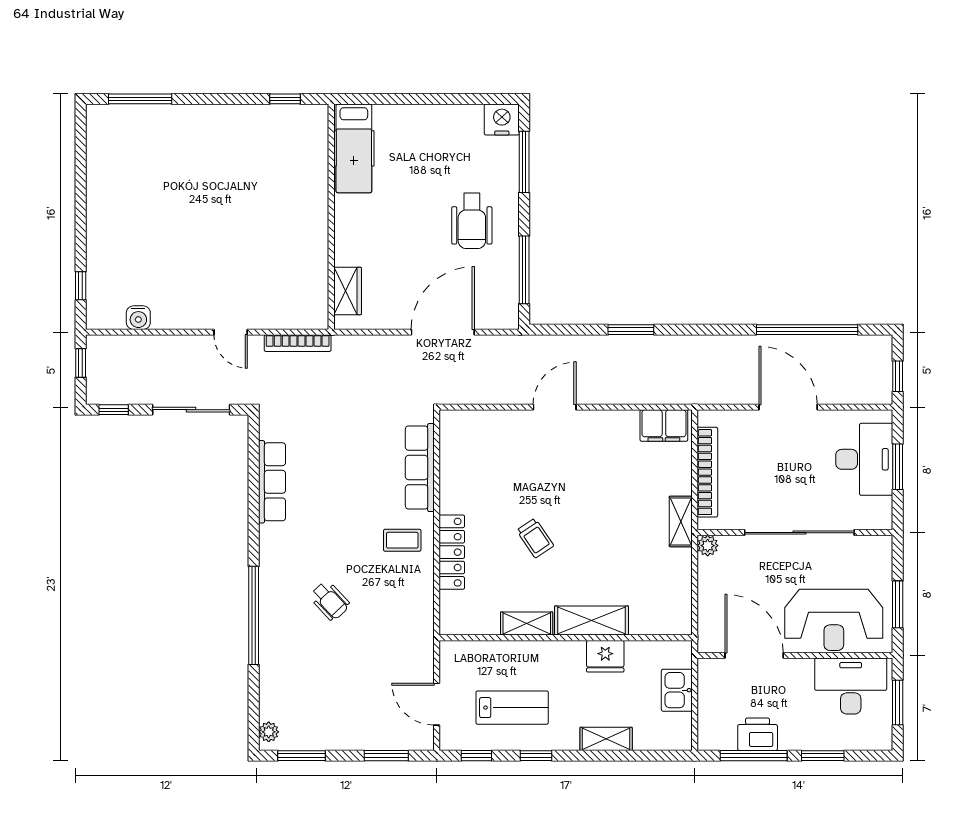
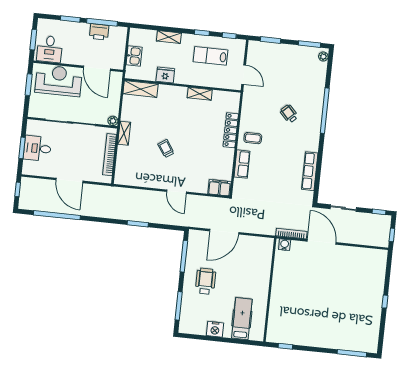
nightstand: (502, 120) -> (215, 329), moved
hospital bed: (354, 148) -> (242, 319), moved
window: (81, 286) -> (385, 302), moved
wardrobe: (348, 291) -> (266, 255), removed
water cooler: (138, 318) -> (285, 245), moved
door: (231, 332) -> (322, 242), width x1.87
door: (555, 407) -> (176, 192), hinge flipped
sliding door: (191, 410) -> (343, 208), width x0.73
filing cabinet: (664, 426) -> (220, 188), moved
desk: (864, 459) -> (37, 148), width x0.73
row of seats: (420, 468) -> (242, 164), width x0.68
trolley: (535, 538) -> (166, 149), moved
shelving: (591, 621) -> (141, 89), moved
desk: (851, 686) -> (50, 49), width x0.73
door: (437, 704) -> (244, 75), moved

